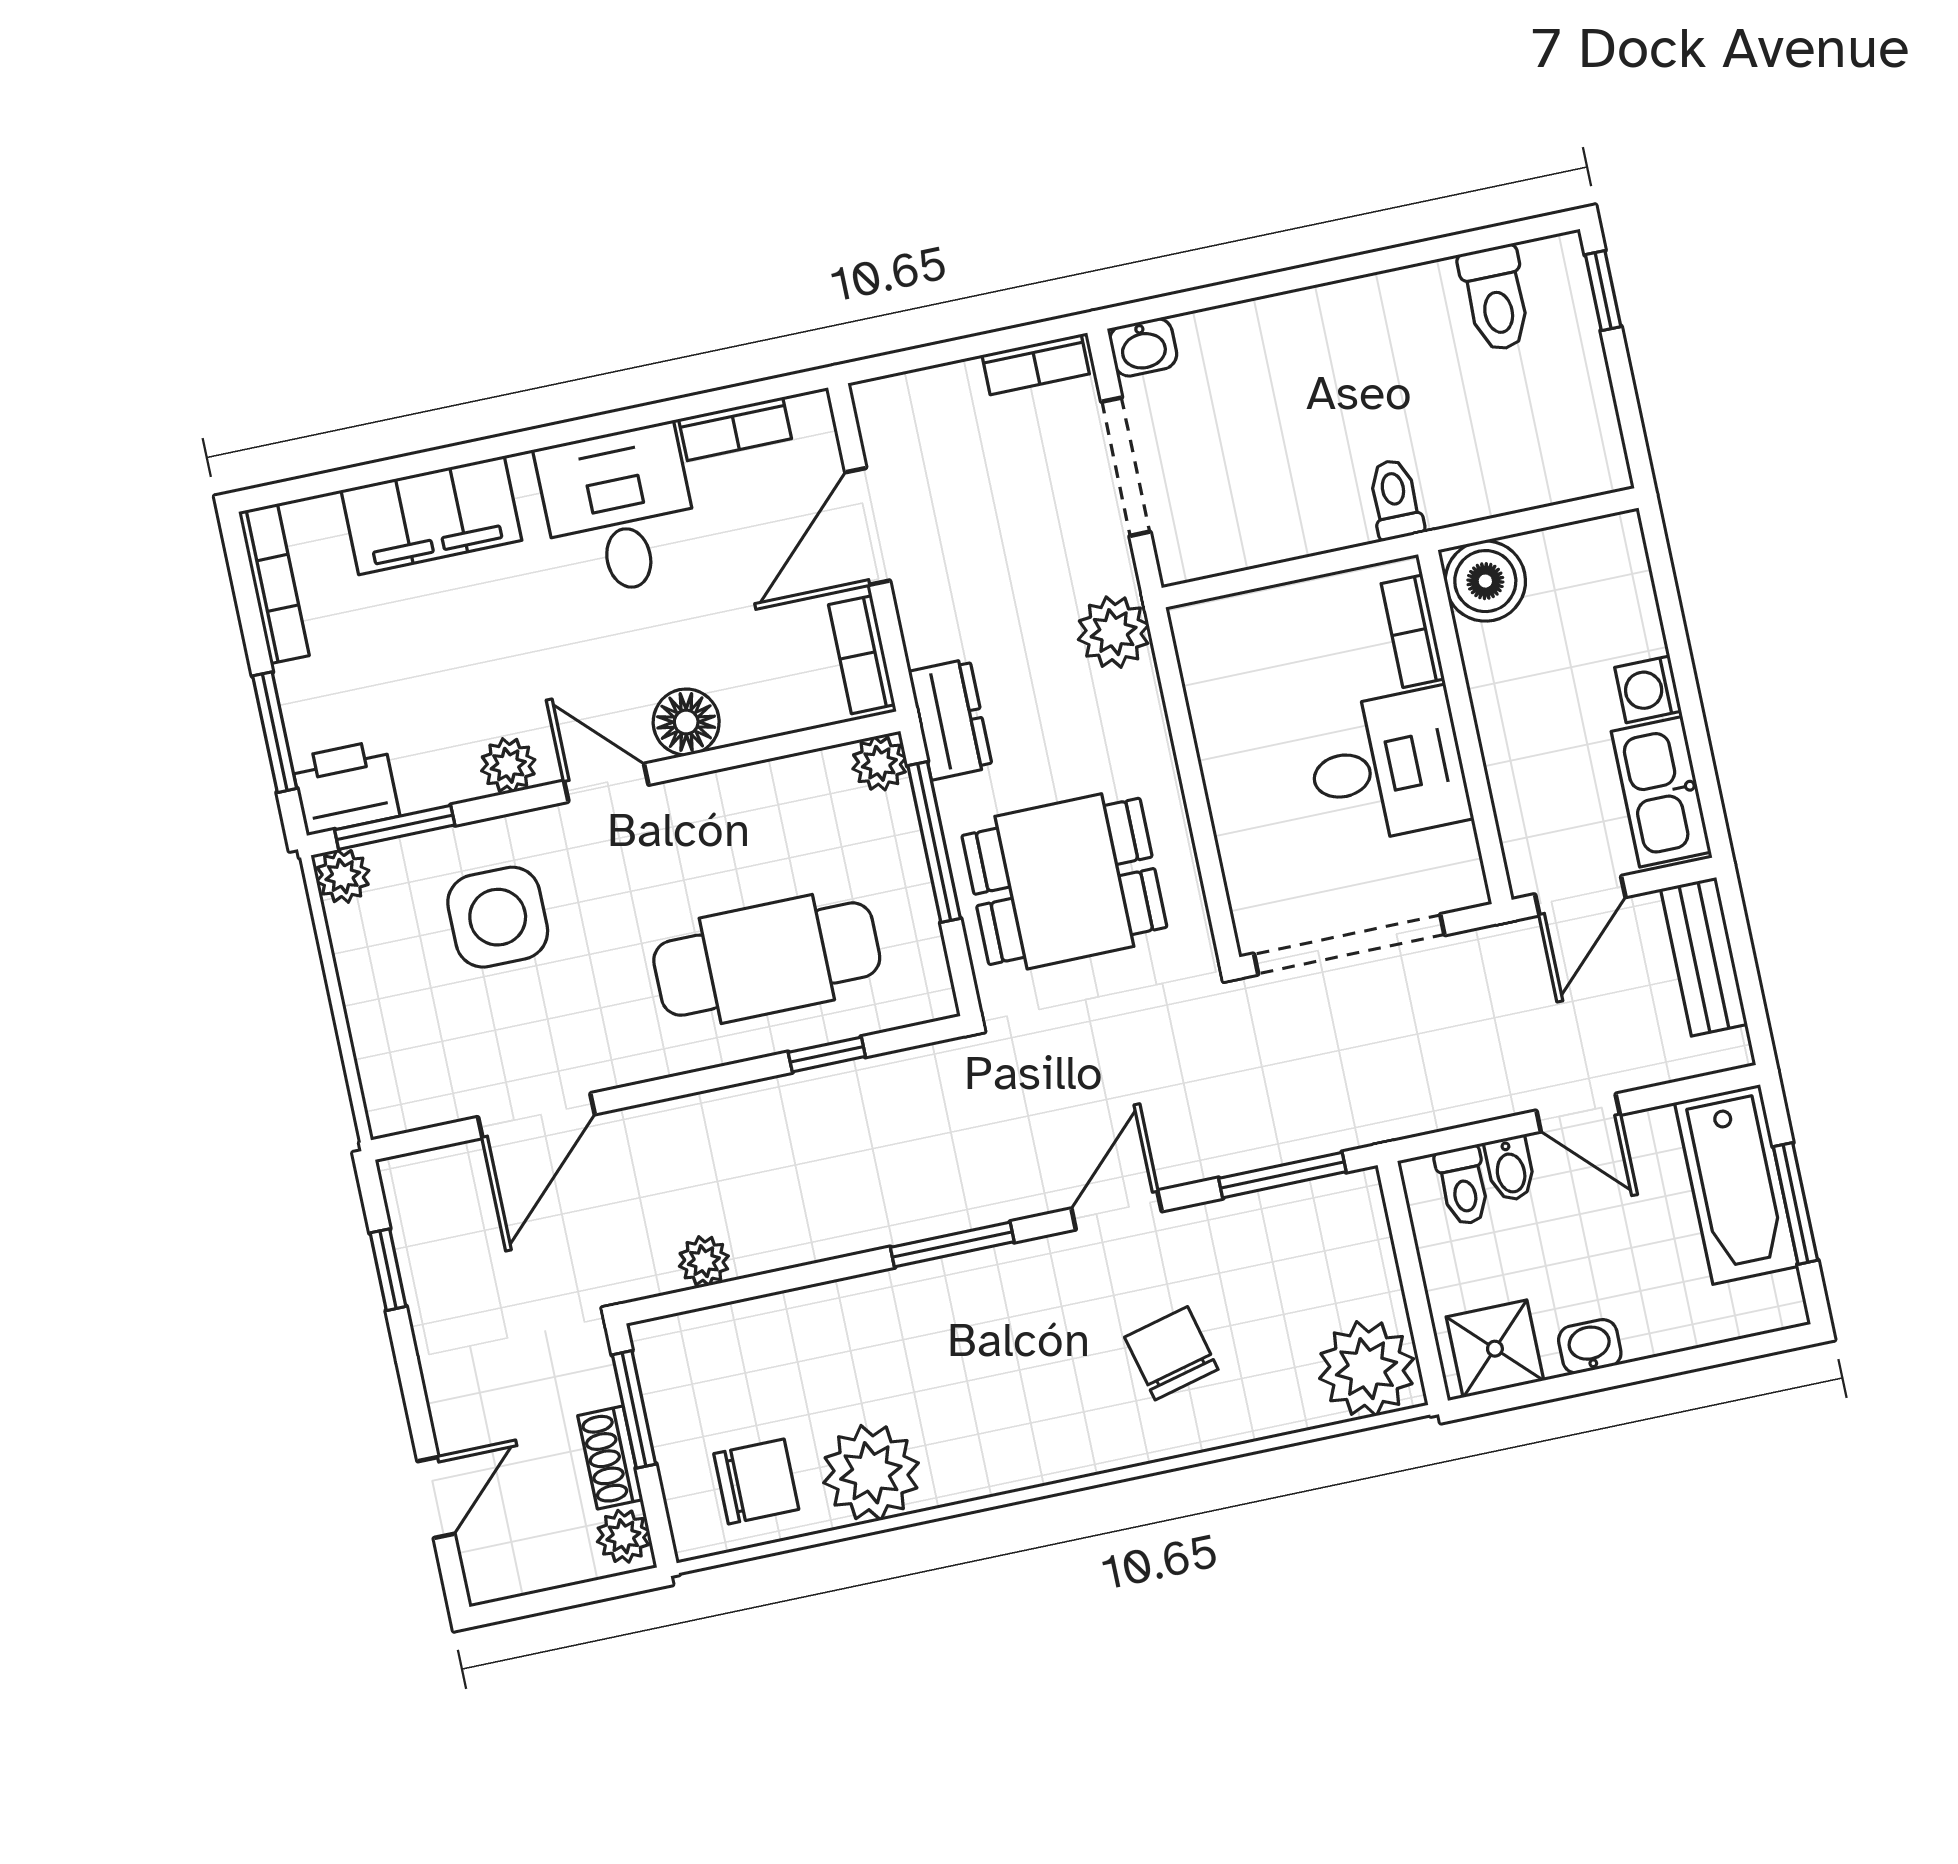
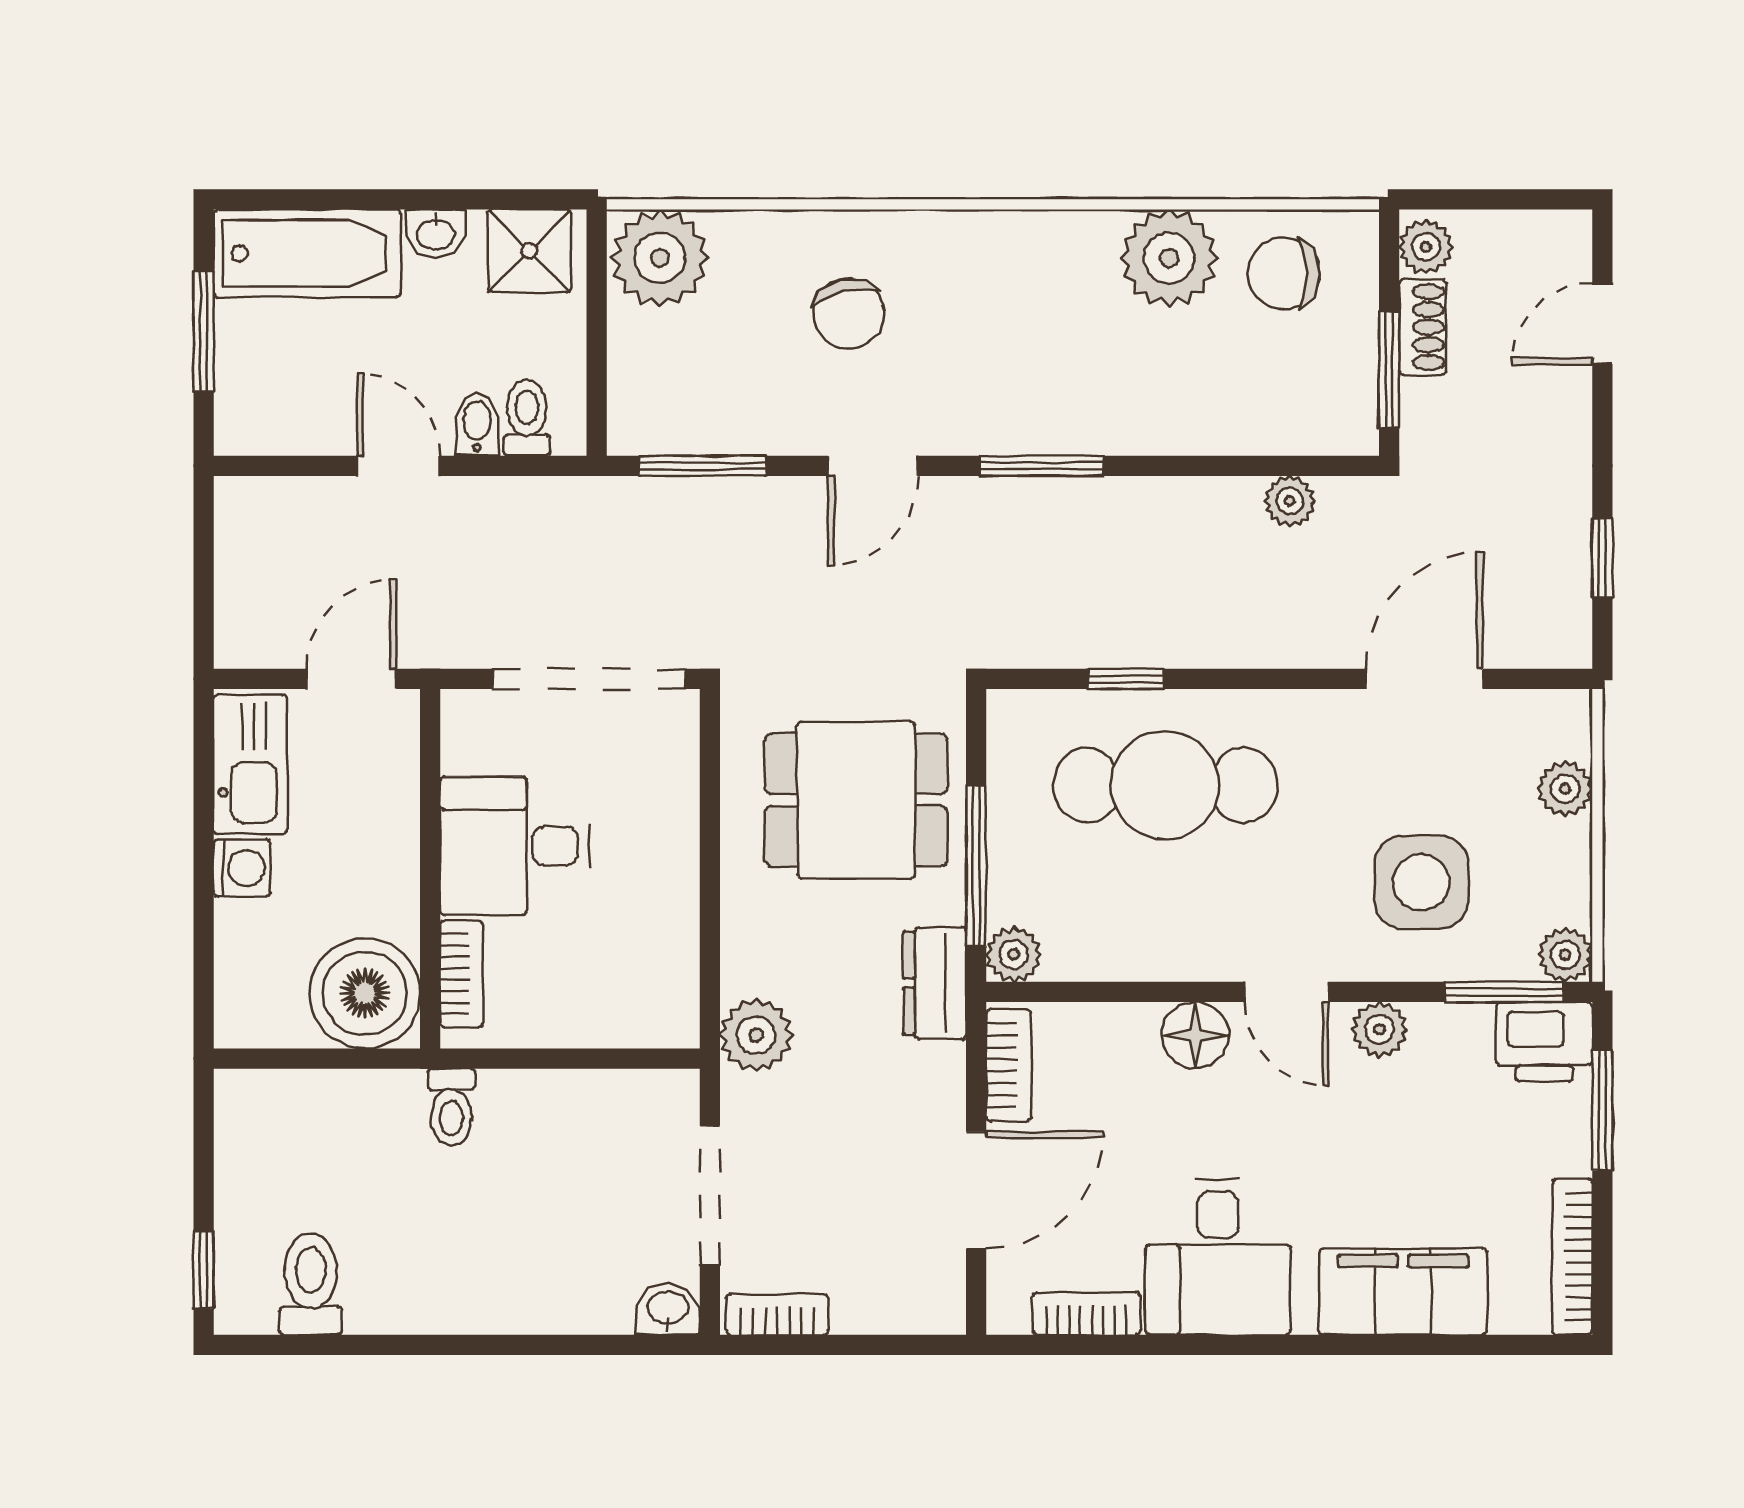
boiler: (1485, 581) -> (365, 993), width x1.37, depth x1.37
bench: (1704, 957) -> (242, 593), removed
plant: (377, 1038) -> (1565, 789), added
bathtub: (1736, 1184) -> (307, 253), moved, turned 90

